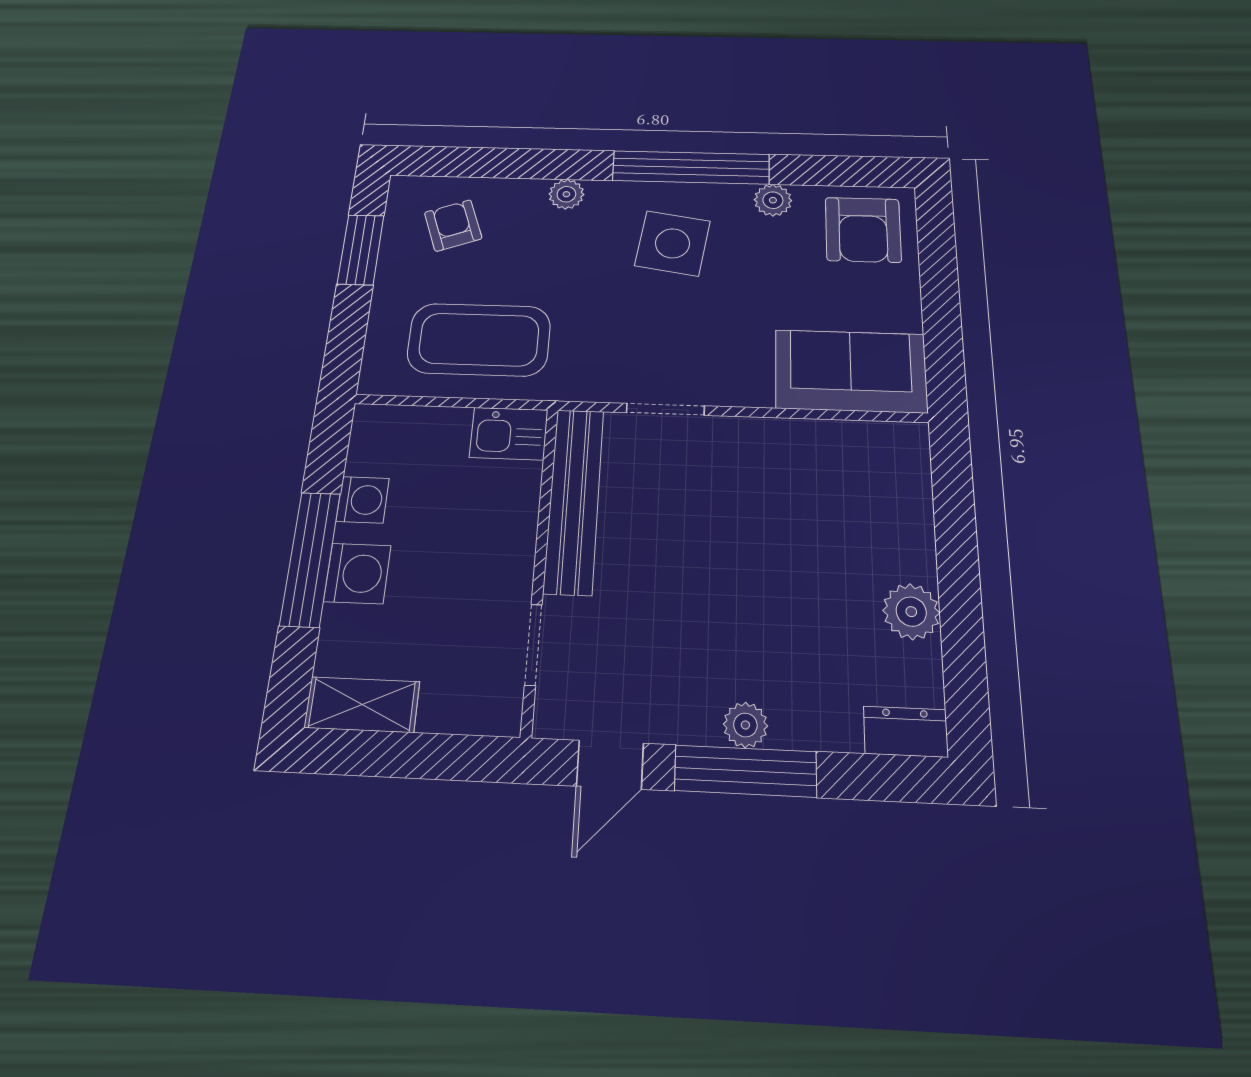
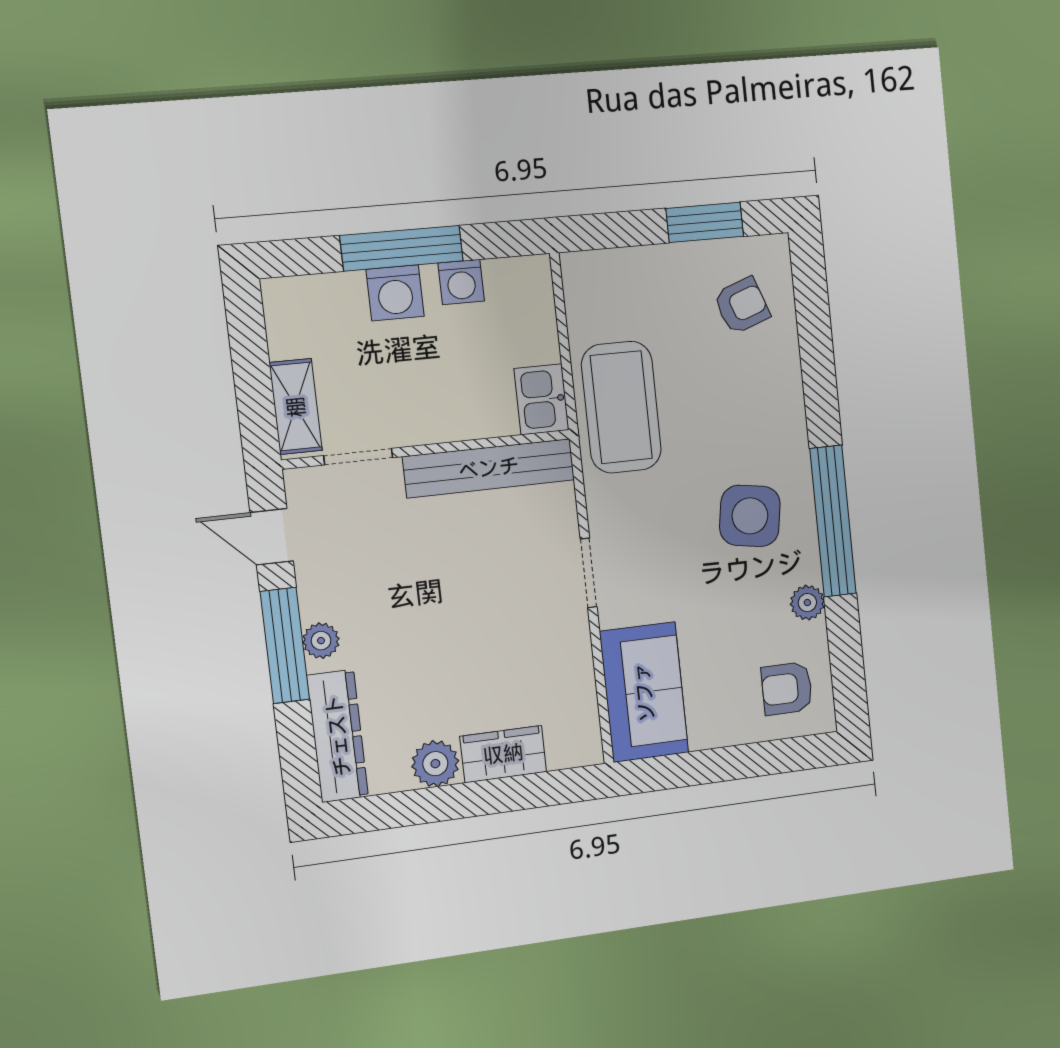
plant: (566, 194) -> (789, 408), removed
armchair: (863, 230) -> (787, 689), width x0.72, depth x0.72
coffee table: (479, 340) -> (621, 407), moved
doorway: (665, 409) -> (589, 573), moved
wardrobe: (907, 532) -> (503, 754), added
shelving: (362, 705) -> (296, 407), moved
dresser: (906, 732) -> (338, 736), width x1.96, depth x1.24

